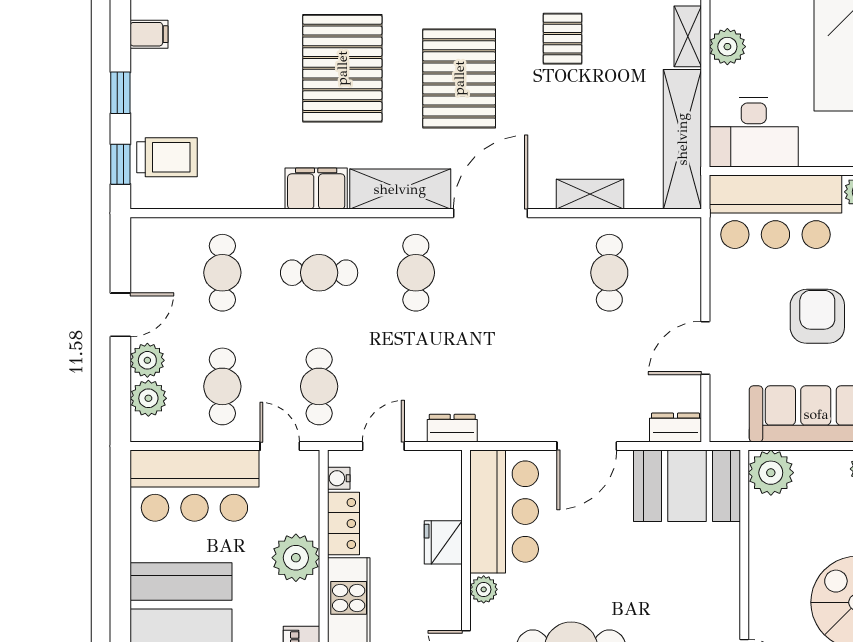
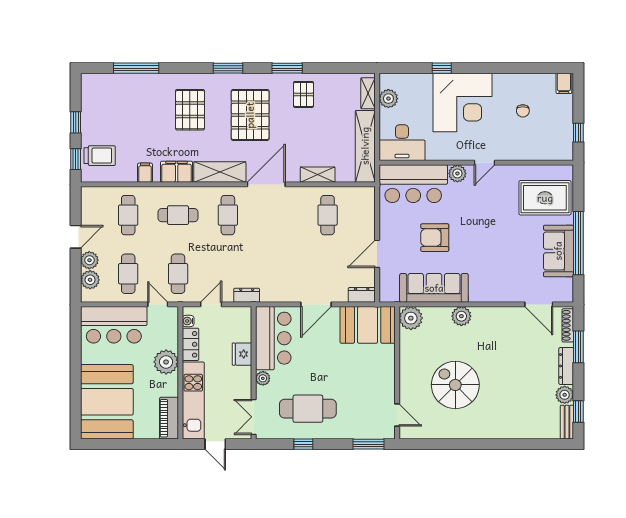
filing cabinet: (149, 34) -> (145, 173), moved, turned -90
pallet: (342, 68) -> (190, 110), width x0.73, depth x0.71
armchair: (817, 316) -> (435, 238), turned -90

